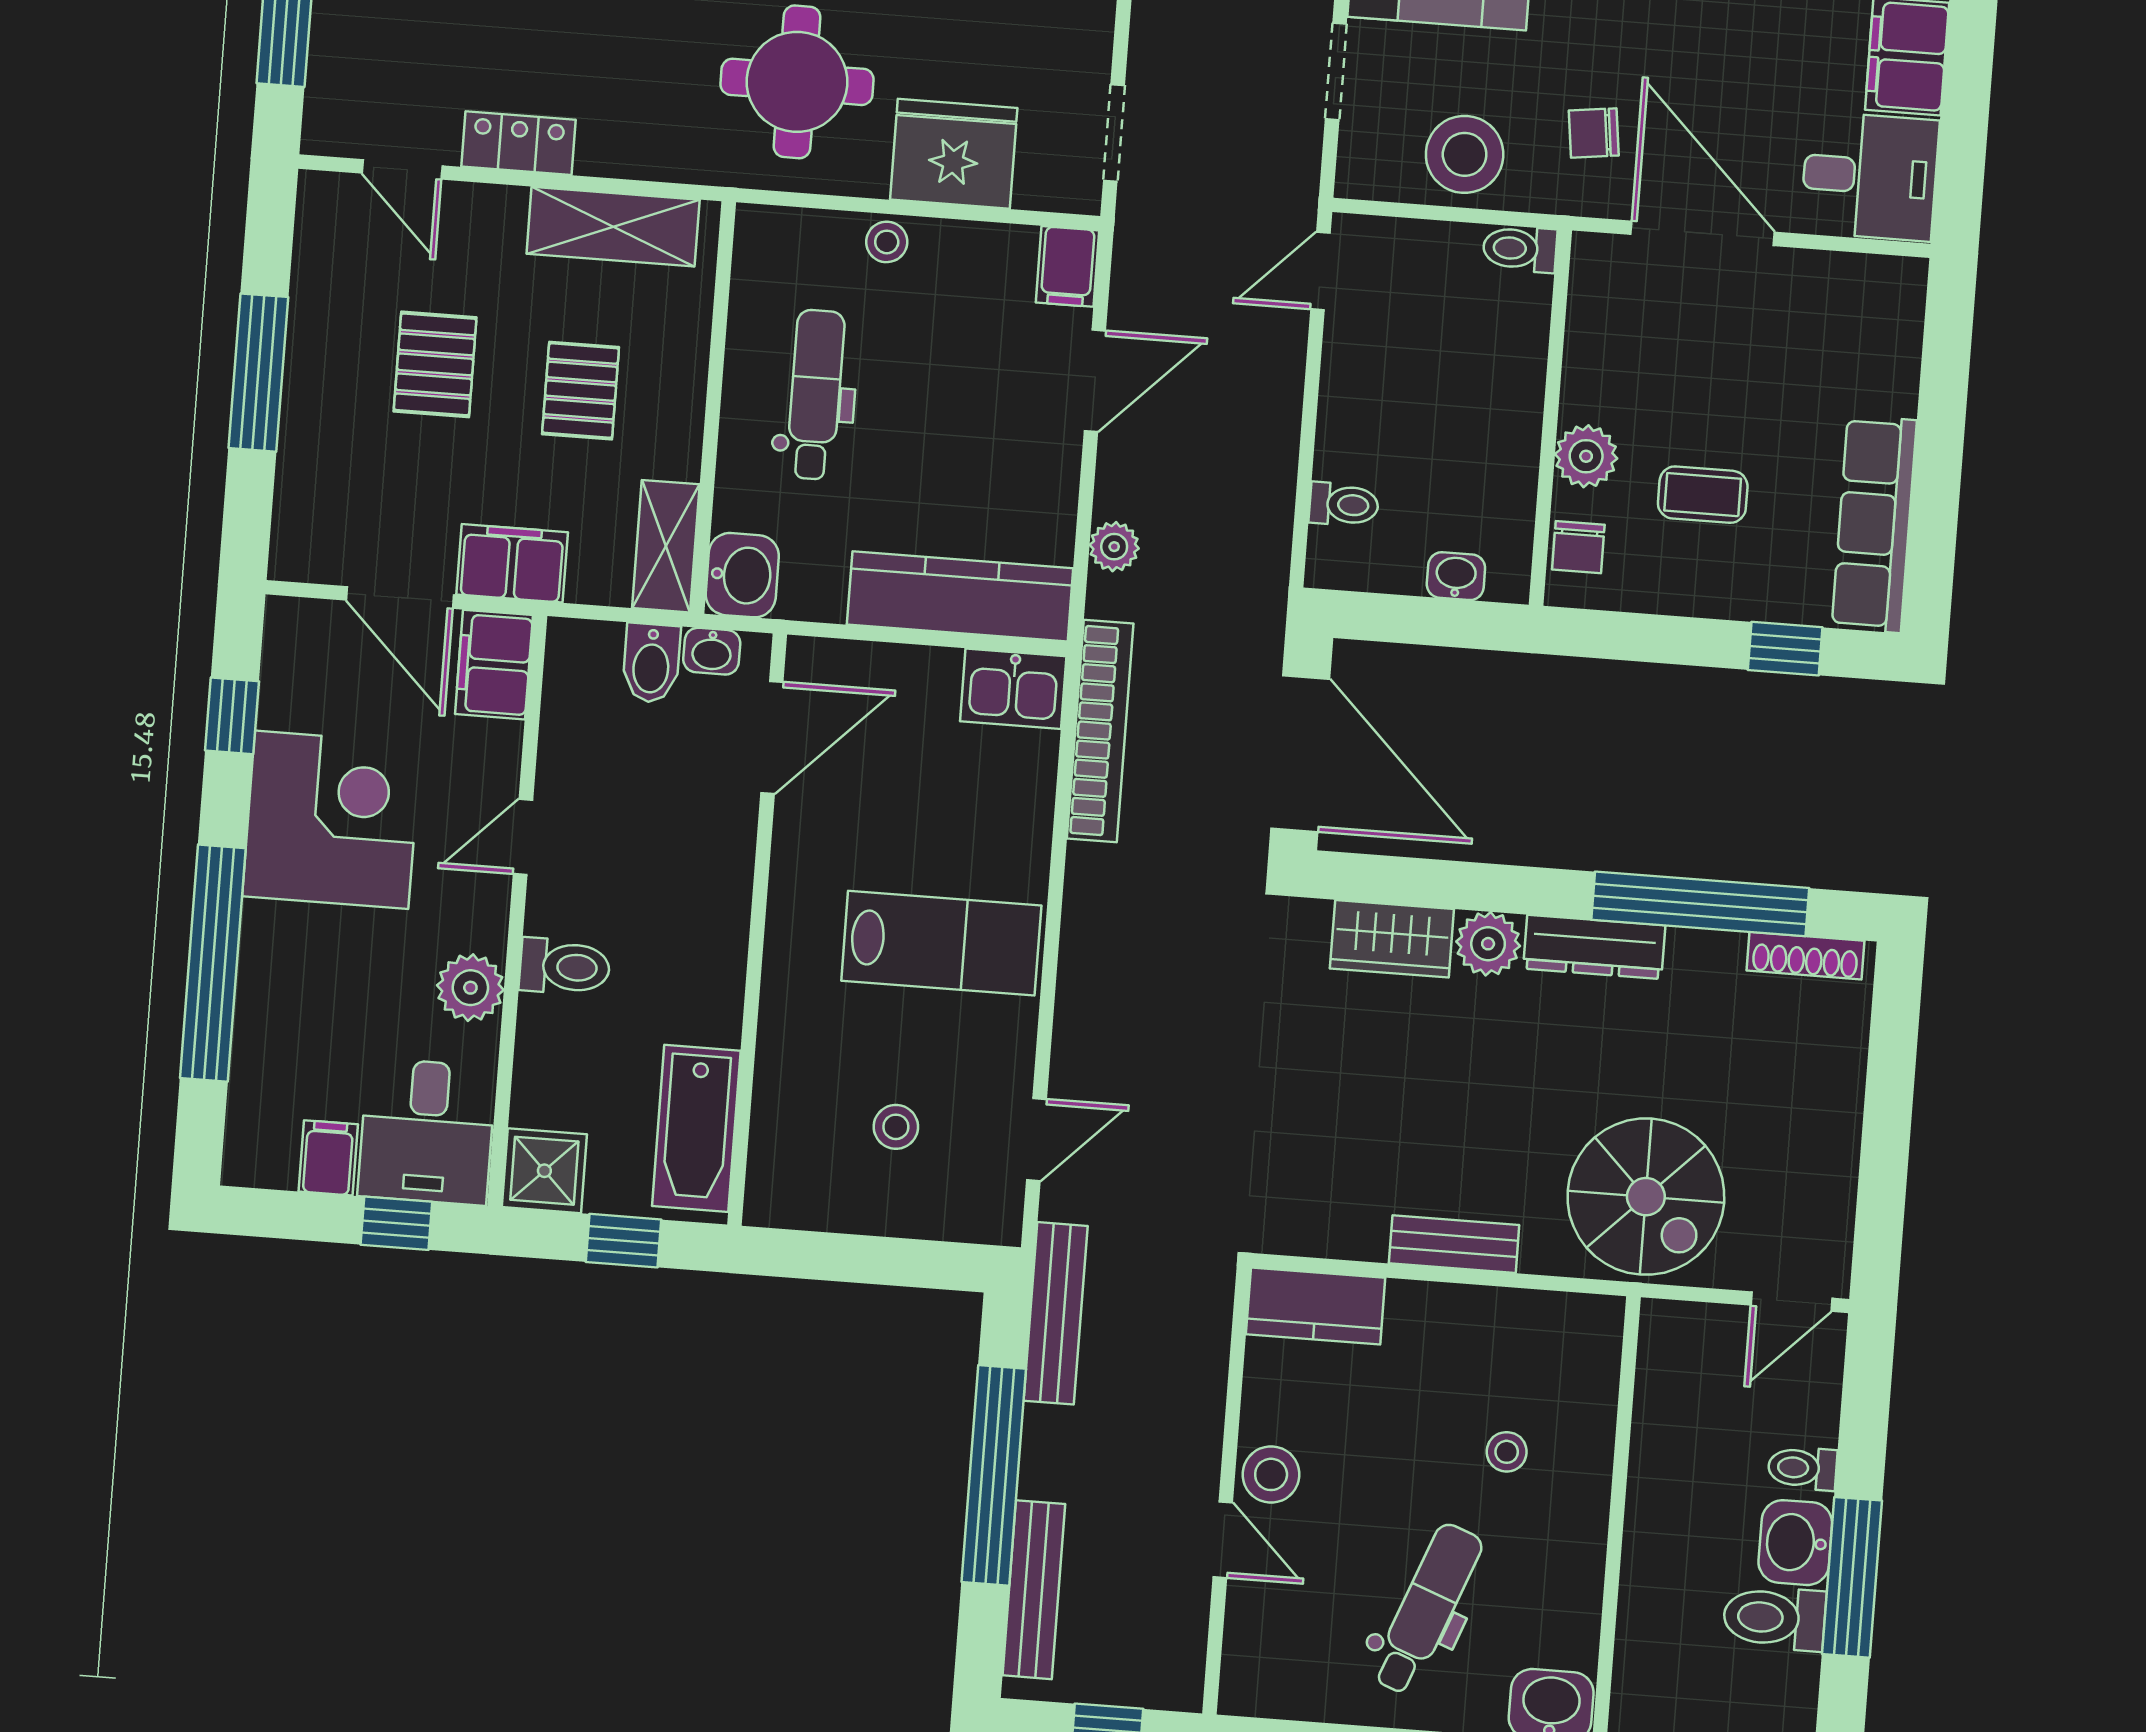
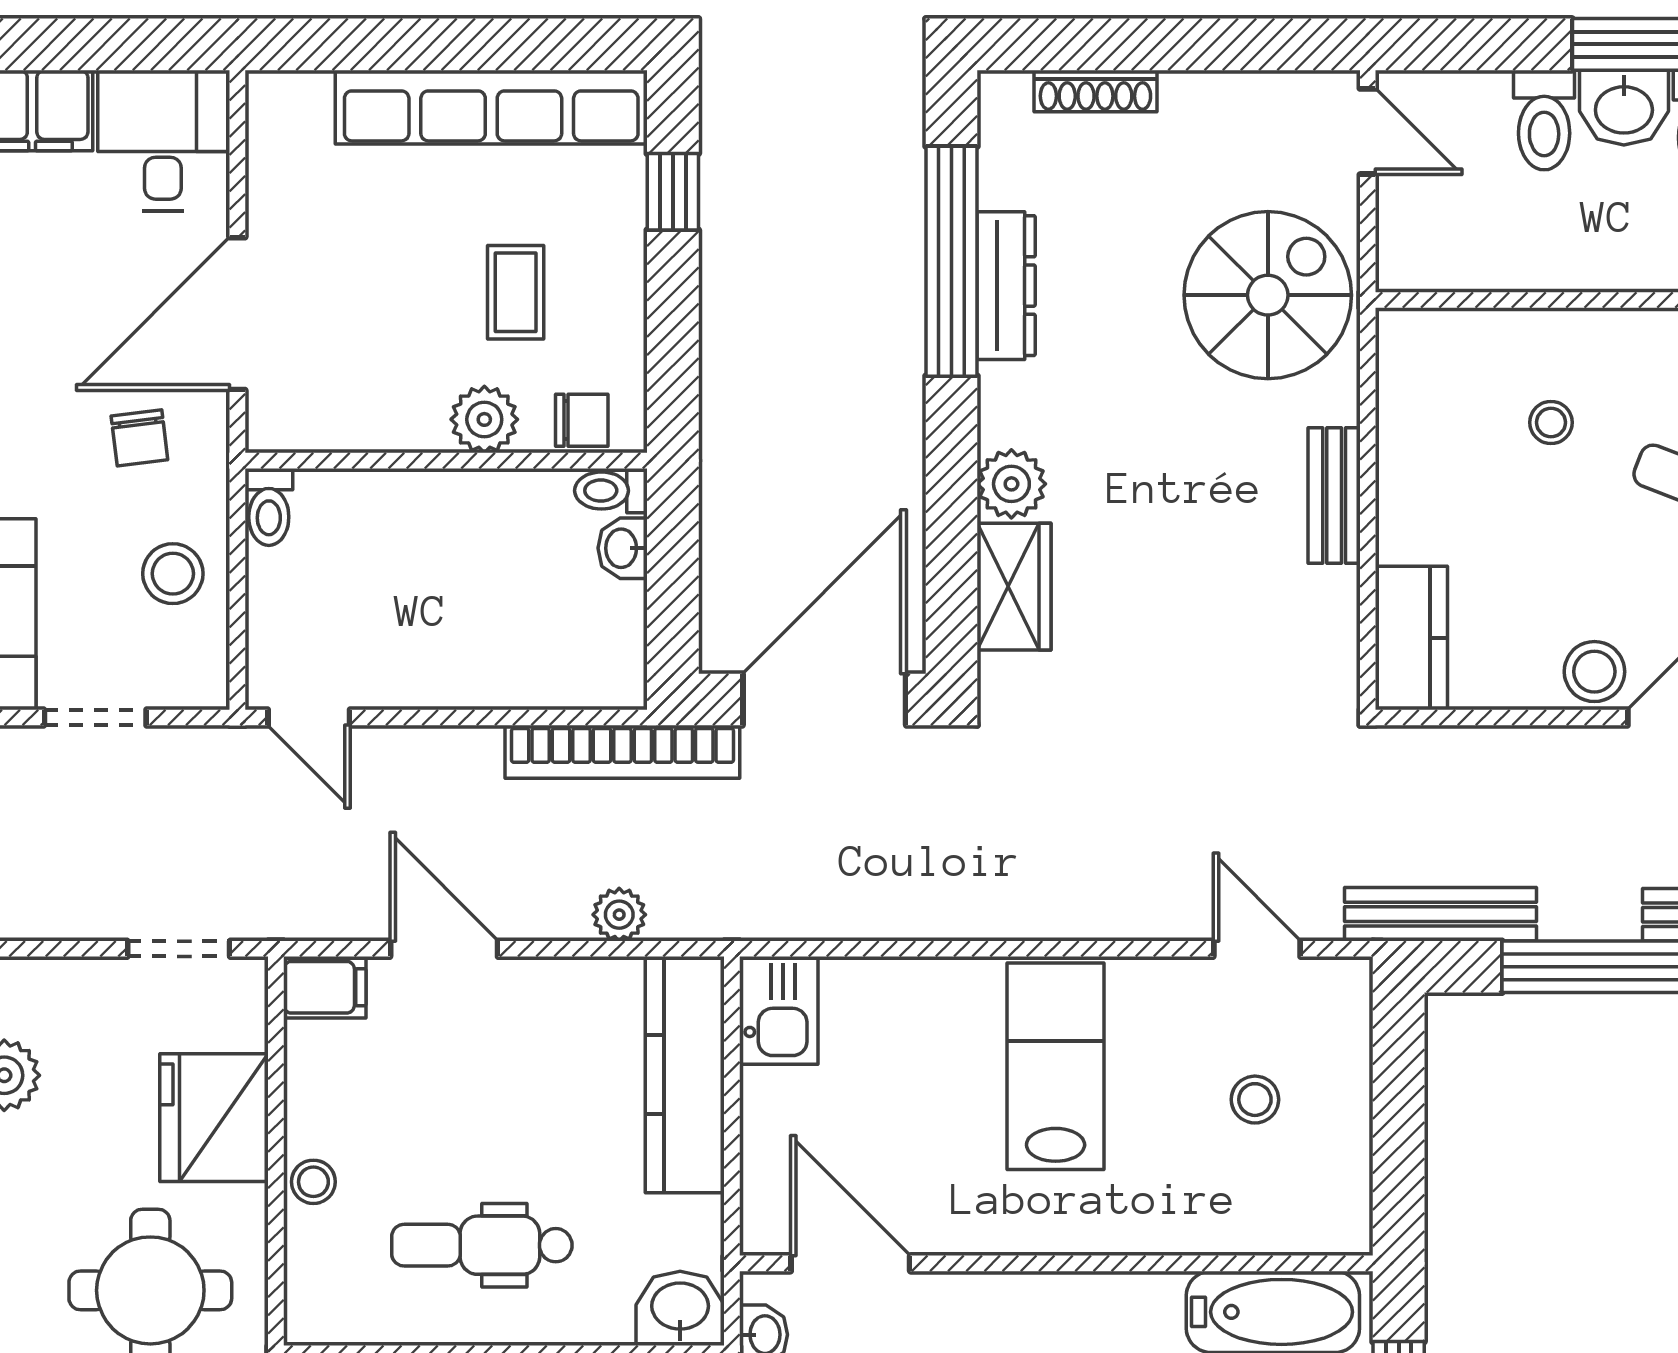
stool: (1465, 154) -> (173, 574), width x0.73, depth x0.73
toilet: (1344, 504) -> (611, 491), moved, turned -90
row of seats: (1874, 524) -> (491, 107), width x1.36
bookcase: (1100, 731) -> (622, 752), moved, turned 180
dresser: (1594, 947) -> (1006, 286), moved
shoe rack: (1805, 956) -> (1095, 91), moved, turned 90
toilet: (1802, 1468) -> (1544, 120), width x1.37, depth x1.39

